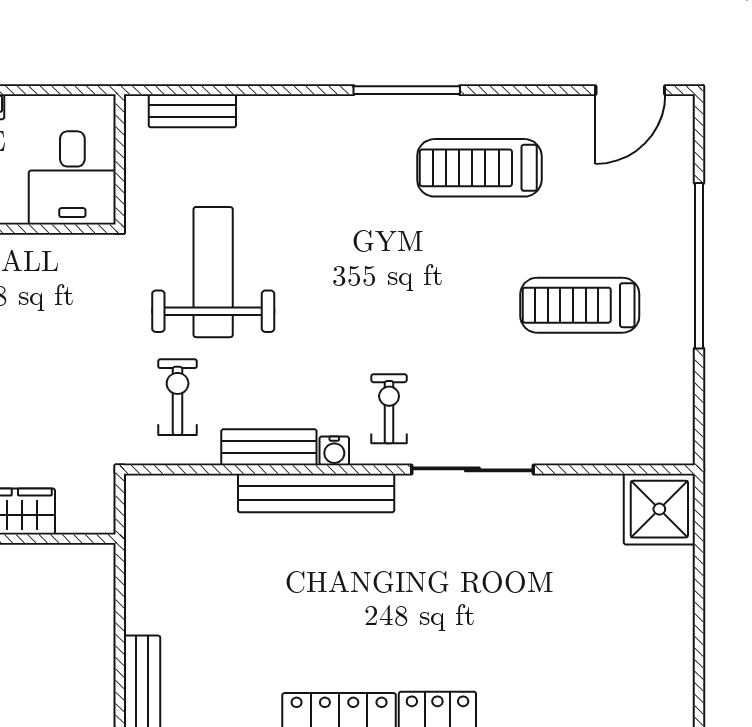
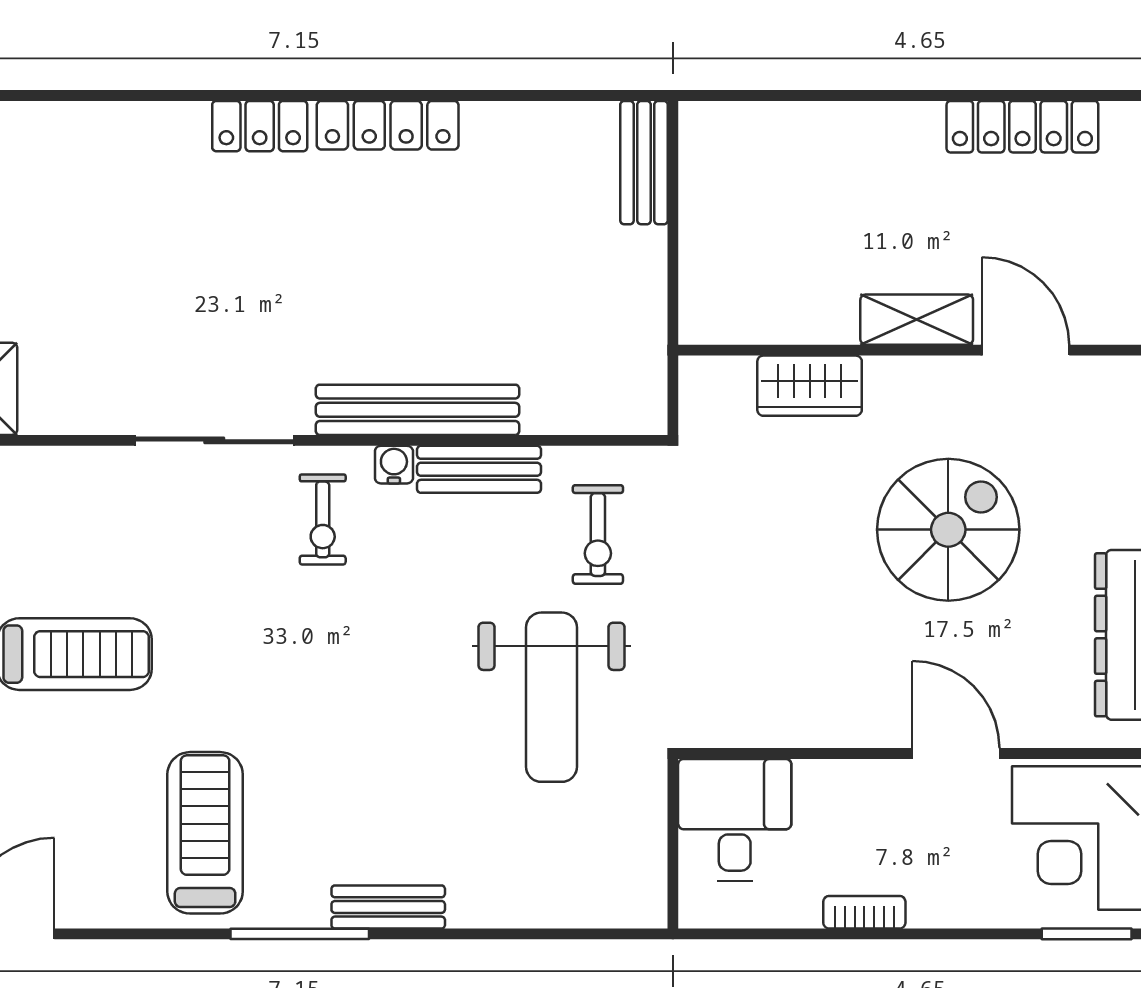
bench: (192, 111) -> (388, 907), moved
treadmill: (479, 168) -> (205, 833), turned -90

